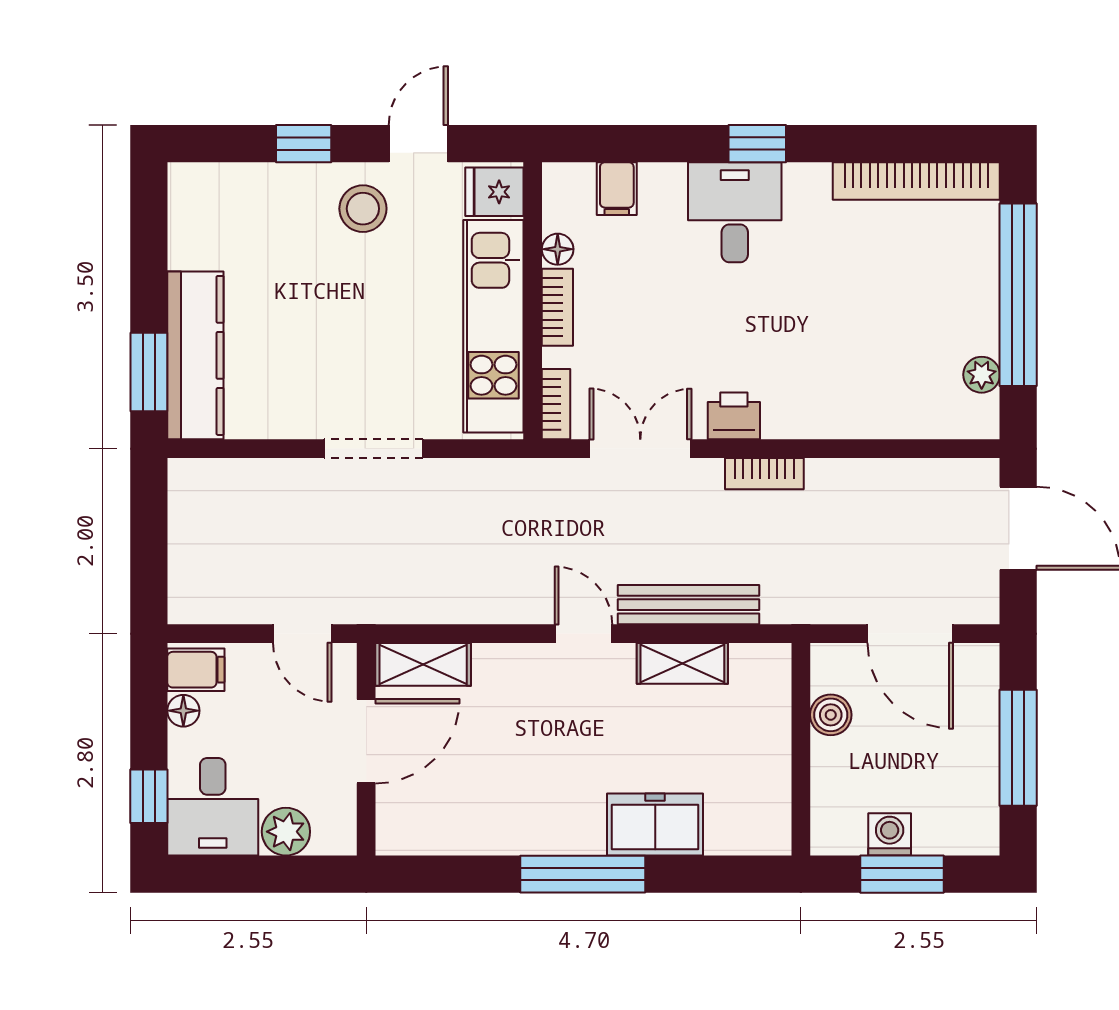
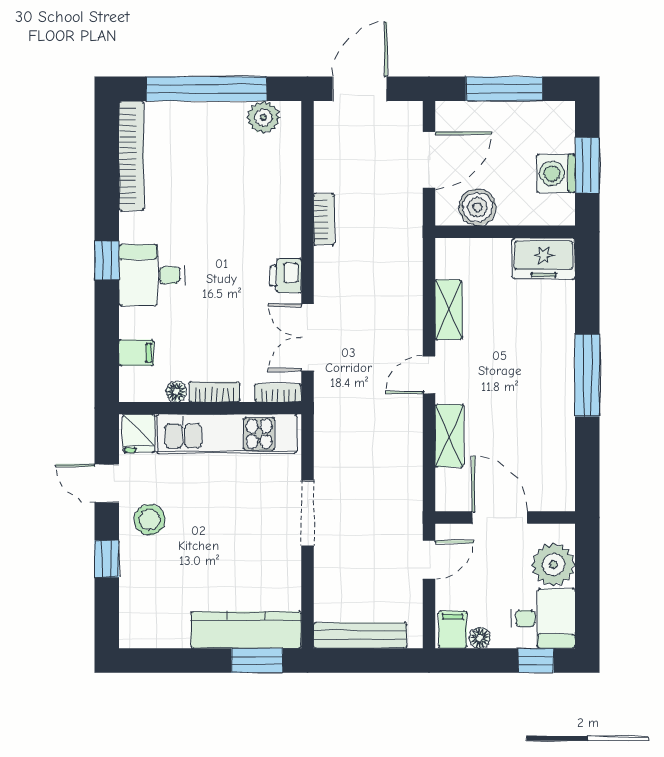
plant: (982, 375) -> (263, 117), width x1.38, depth x1.38
bookcase: (764, 474) -> (324, 219), moved
bench: (688, 605) -> (360, 635), moved, turned 90
shelving: (423, 664) -> (449, 436), moved
boiler: (831, 715) -> (478, 207), width x1.36, depth x1.36
freezer: (655, 825) -> (544, 258), moved, turned -90
plant: (286, 832) -> (553, 565), width x1.36, depth x1.36
washing machine: (890, 834) -> (556, 173), width x1.38, depth x1.38

